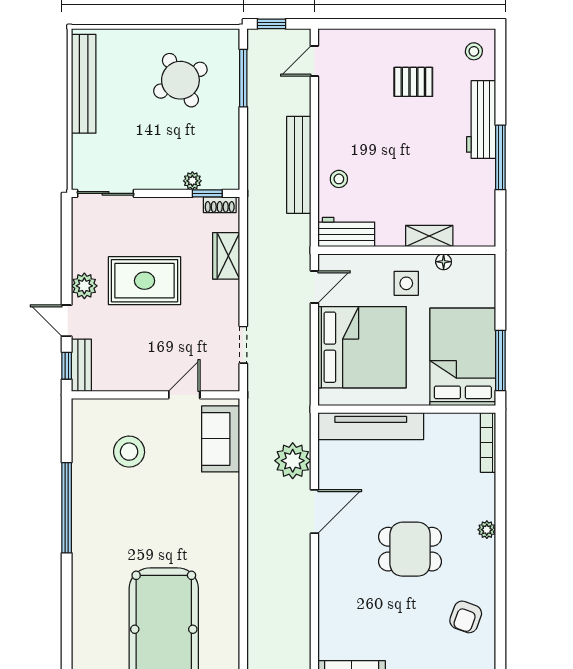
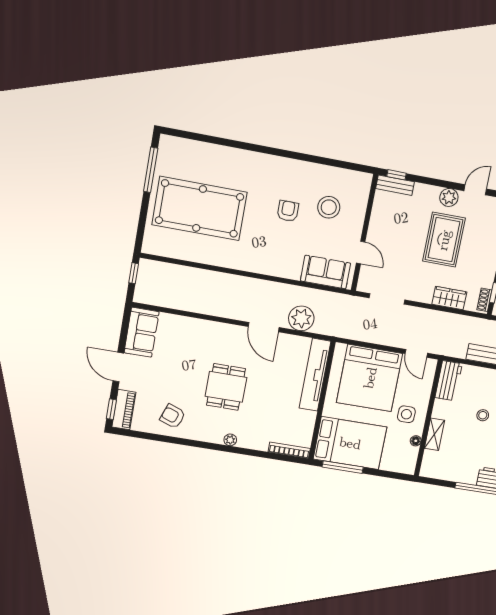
stool: (339, 179) -> (483, 415), moved
door: (67, 321) -> (475, 190), moved
doorway: (243, 345) -> (387, 299), width x1.38
armchair: (145, 507) -> (288, 211), added
window: (67, 508) -> (298, 156), removed

